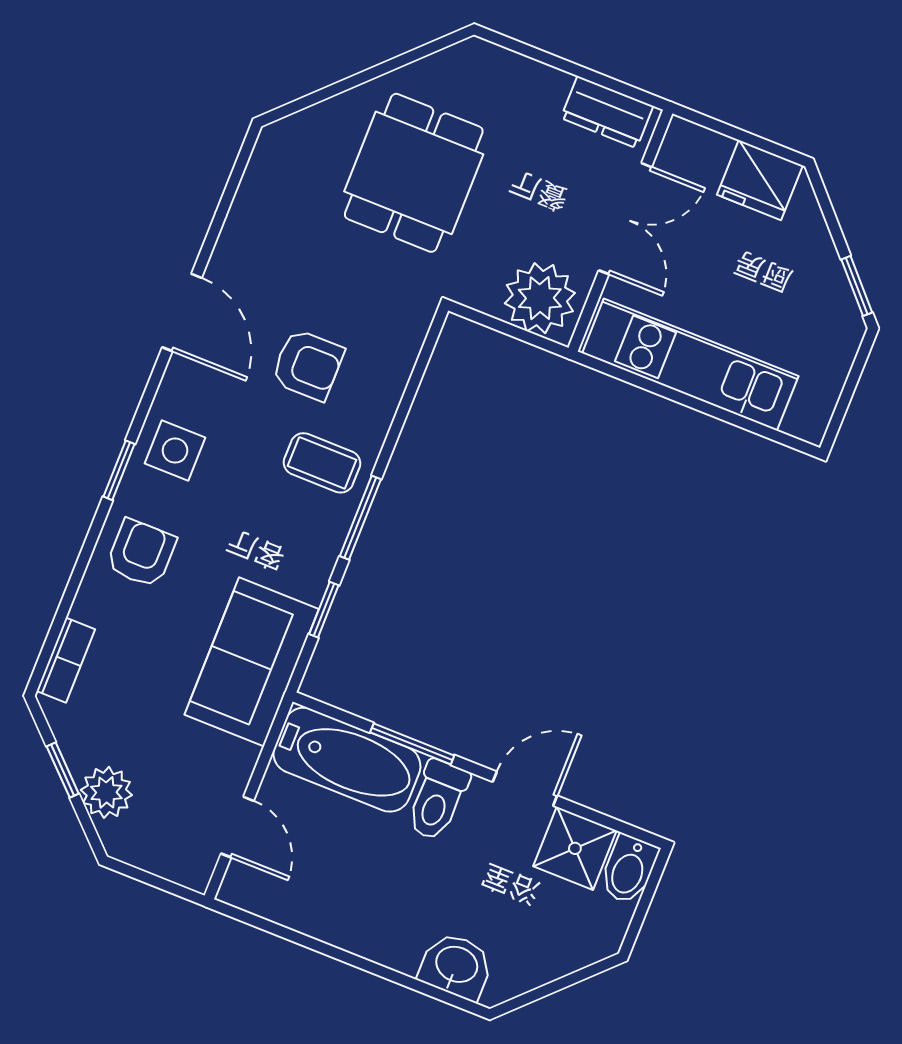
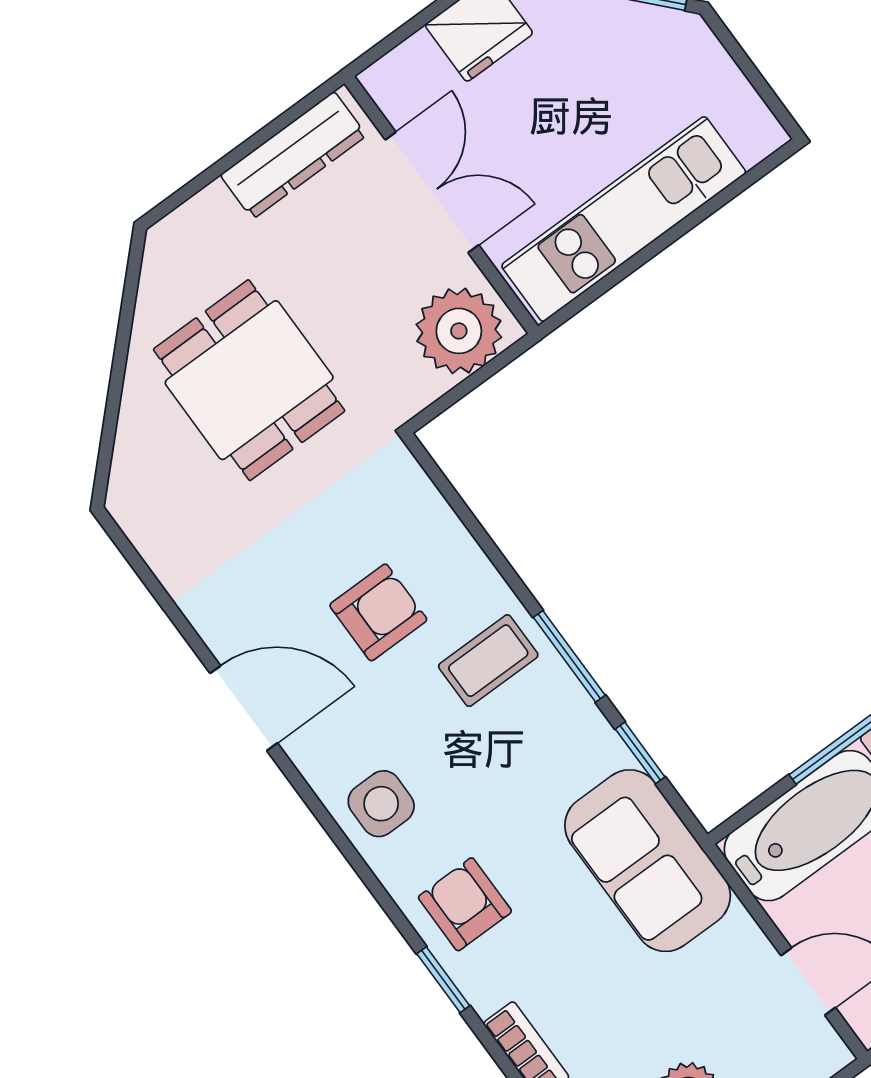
dresser: (607, 112) -> (293, 155), width x1.44
window: (119, 470) -> (443, 980), moved

